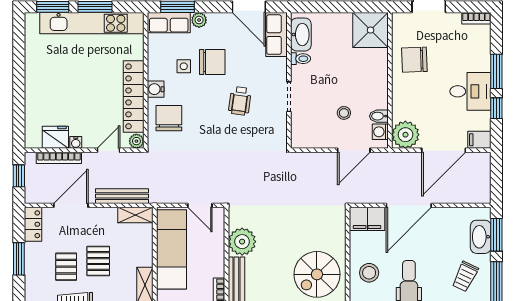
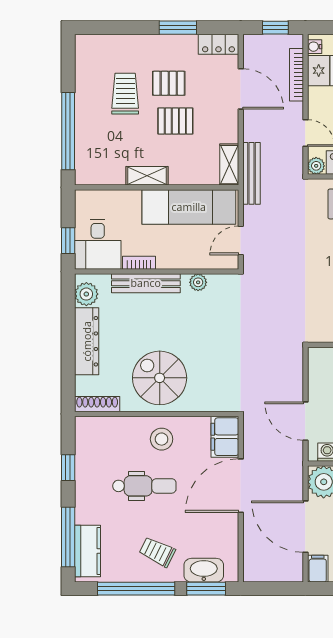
water cooler: (76, 142) -> (315, 47), moved
bench: (122, 196) -> (252, 173), moved
door: (409, 205) -> (241, 486), hinge flipped
plant: (242, 242) -> (198, 282), width x0.53, depth x0.53

